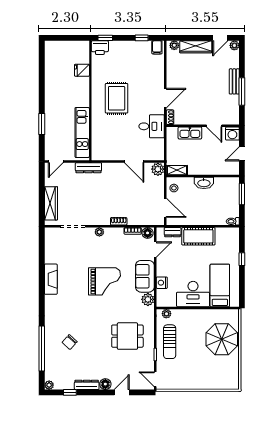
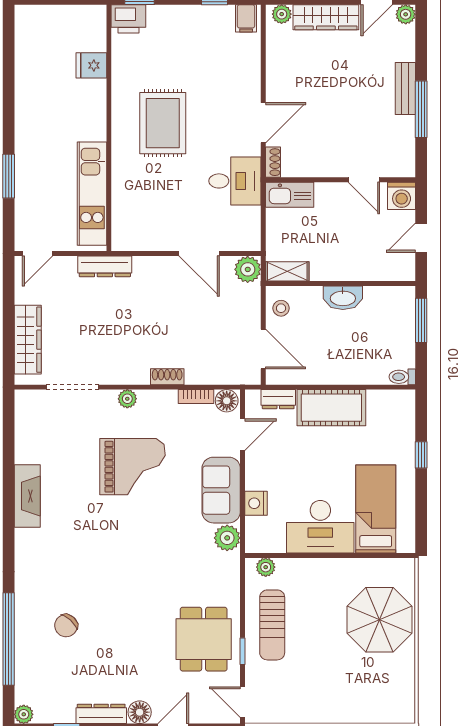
kitchen sink: (190, 133) -> (290, 195), moved
grand piano: (104, 281) -> (133, 467), moved
dining table: (127, 336) -> (204, 639), moved, turned 90

